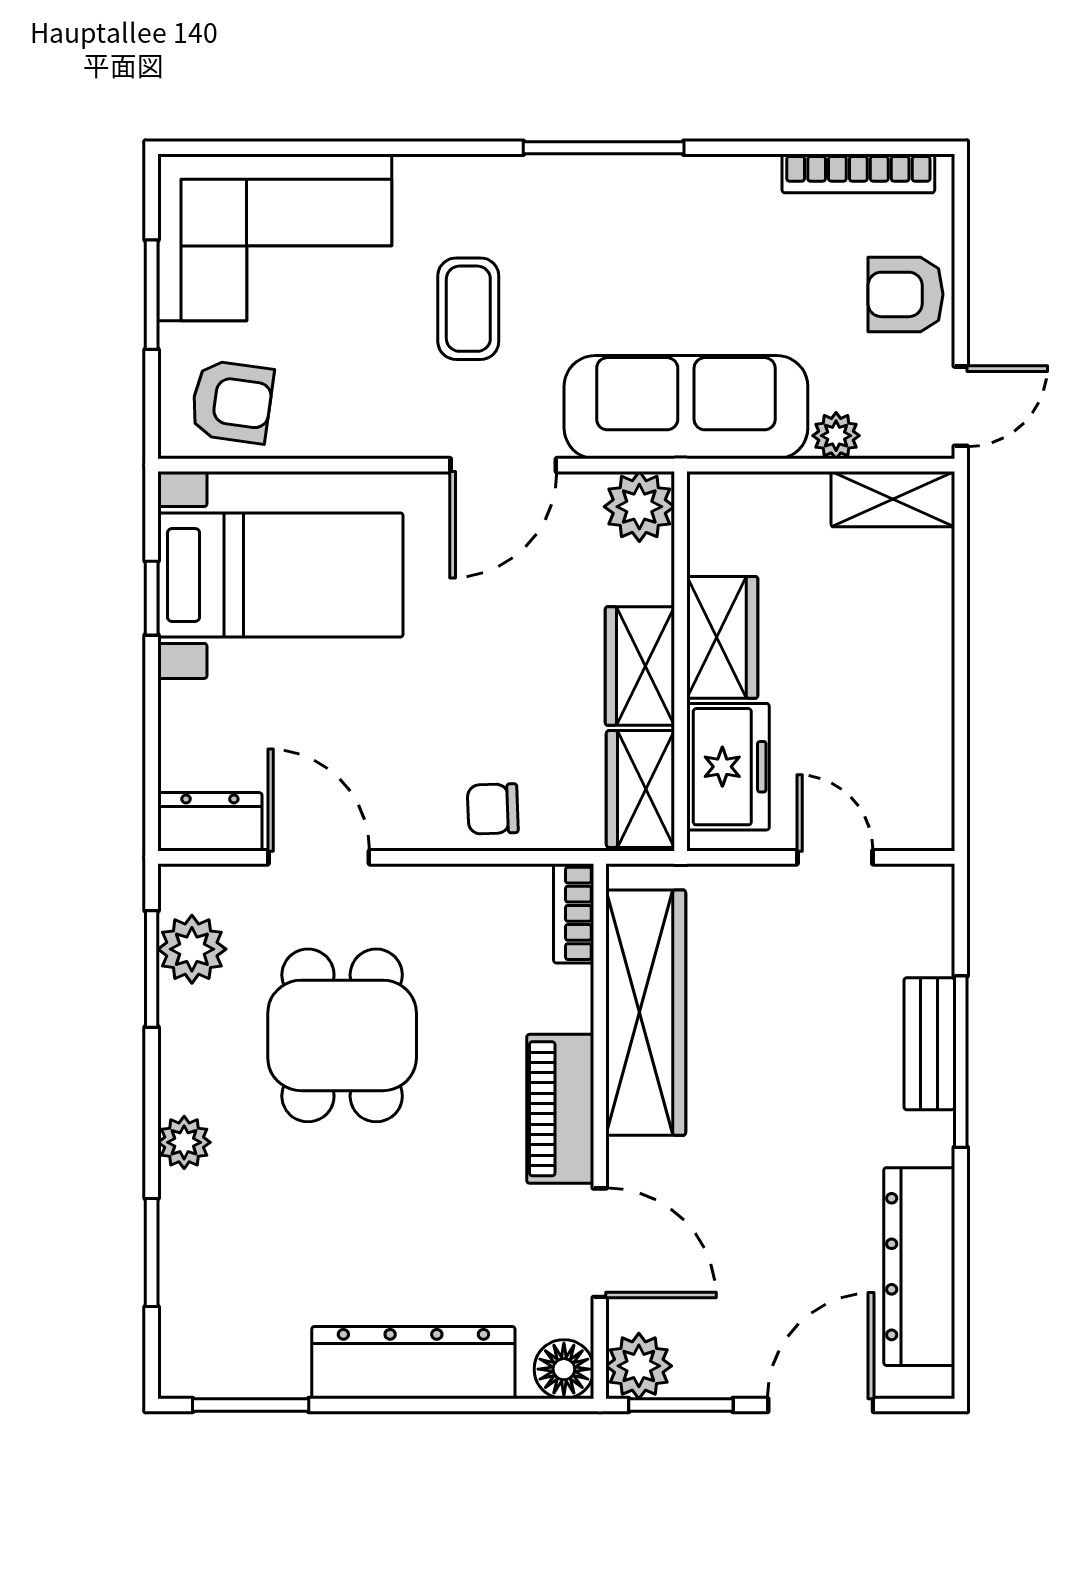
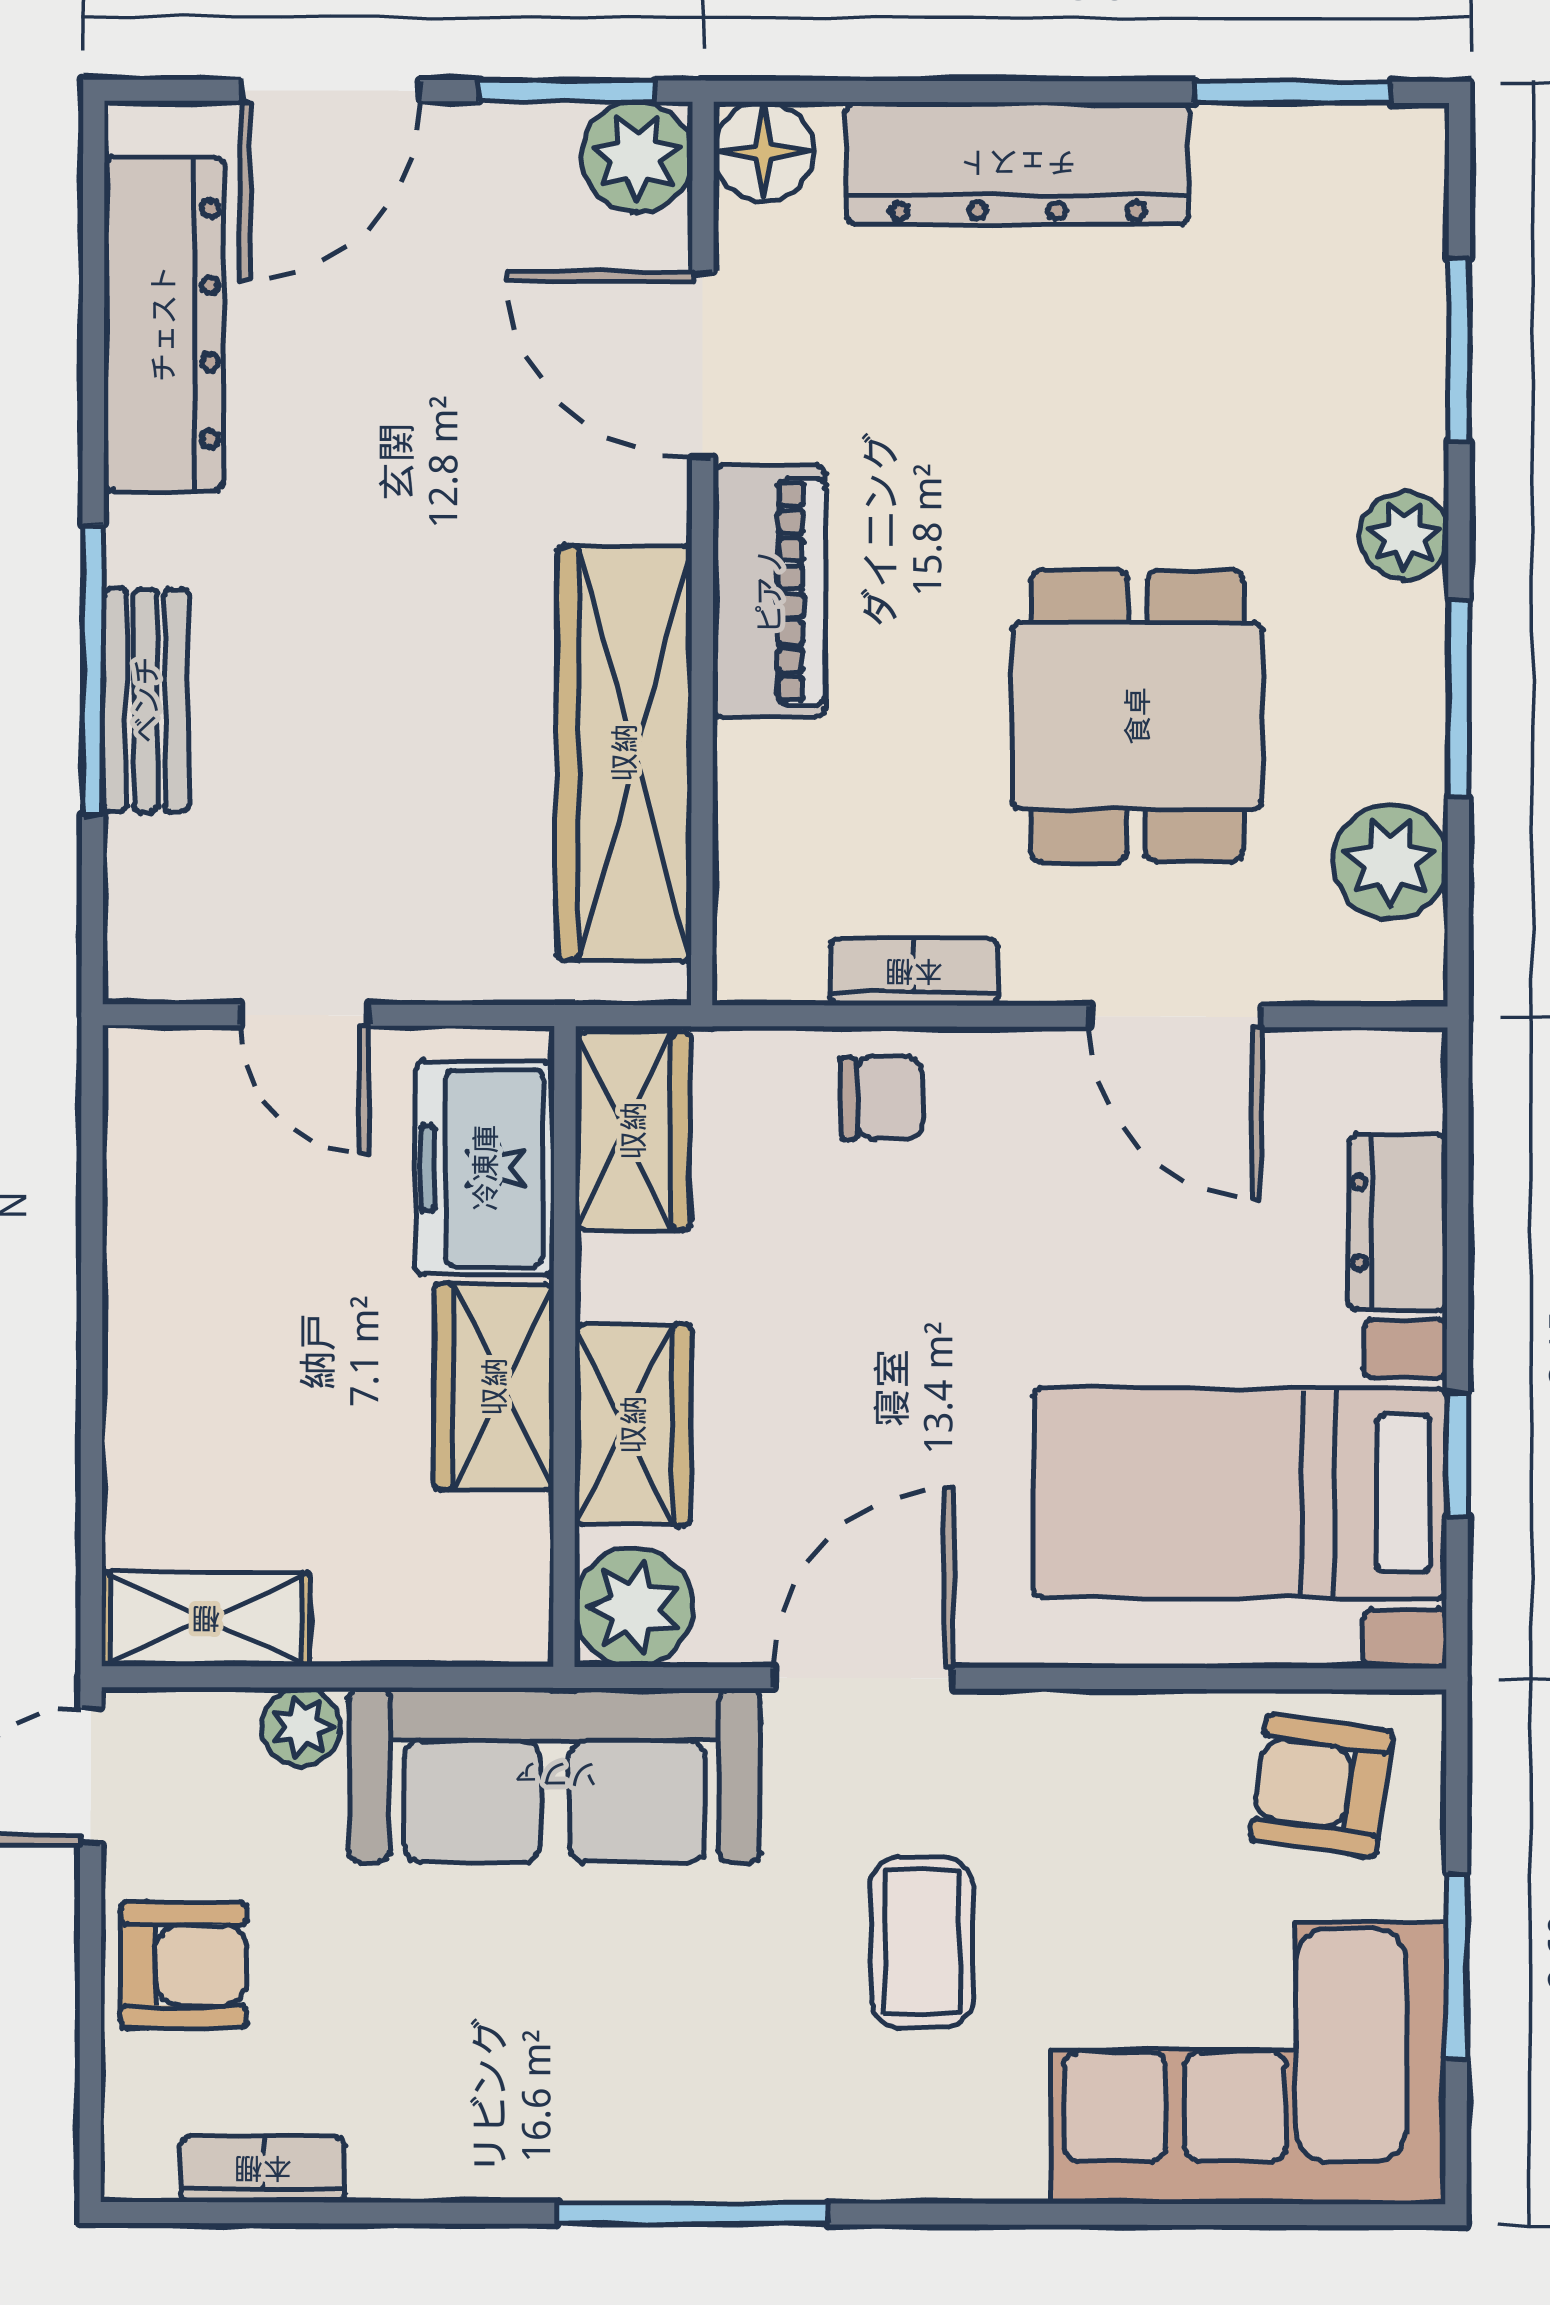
bookcase: (858, 173) -> (263, 2169), width x0.64
wardrobe: (640, 666) -> (633, 1425), moved
dresser: (210, 822) -> (1398, 1222), moved, turned 90
bookcase: (574, 913) -> (914, 972), moved, turned -90
window: (152, 969) -> (1459, 698), moved

